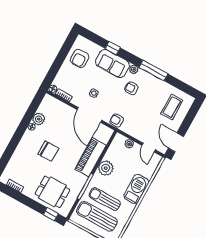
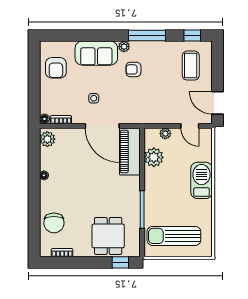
window: (113, 48) -> (192, 35), moved
plant: (39, 119) -> (47, 139), moved
armchair: (117, 120) -> (137, 115), removed
chair: (48, 151) -> (54, 223), moved, turned 90
piano: (90, 157) -> (130, 151), moved
plant: (106, 168) -> (154, 157), moved
dining table: (52, 192) -> (108, 236), turned 90
sun lounger: (105, 199) -> (172, 212), removed

